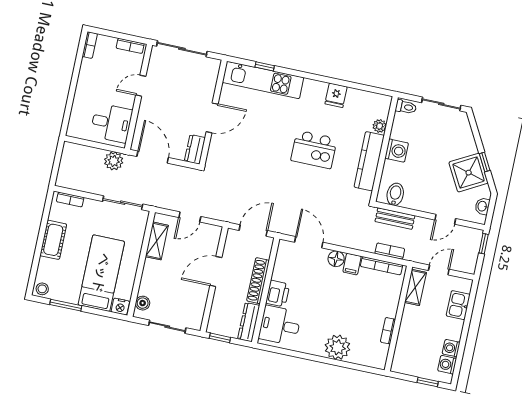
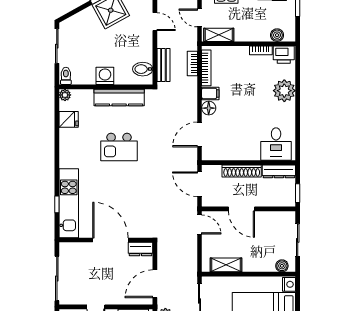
fridge: (336, 95) -> (69, 119), moved
door: (212, 118) -> (110, 240), width x1.36
plant: (380, 126) -> (65, 95), moved
kitchen island: (314, 149) -> (119, 147), turned 90
door: (190, 217) -> (200, 224), moved
printer: (278, 294) -> (284, 55), moved, turned 180
boiler: (401, 352) -> (277, 35), added

